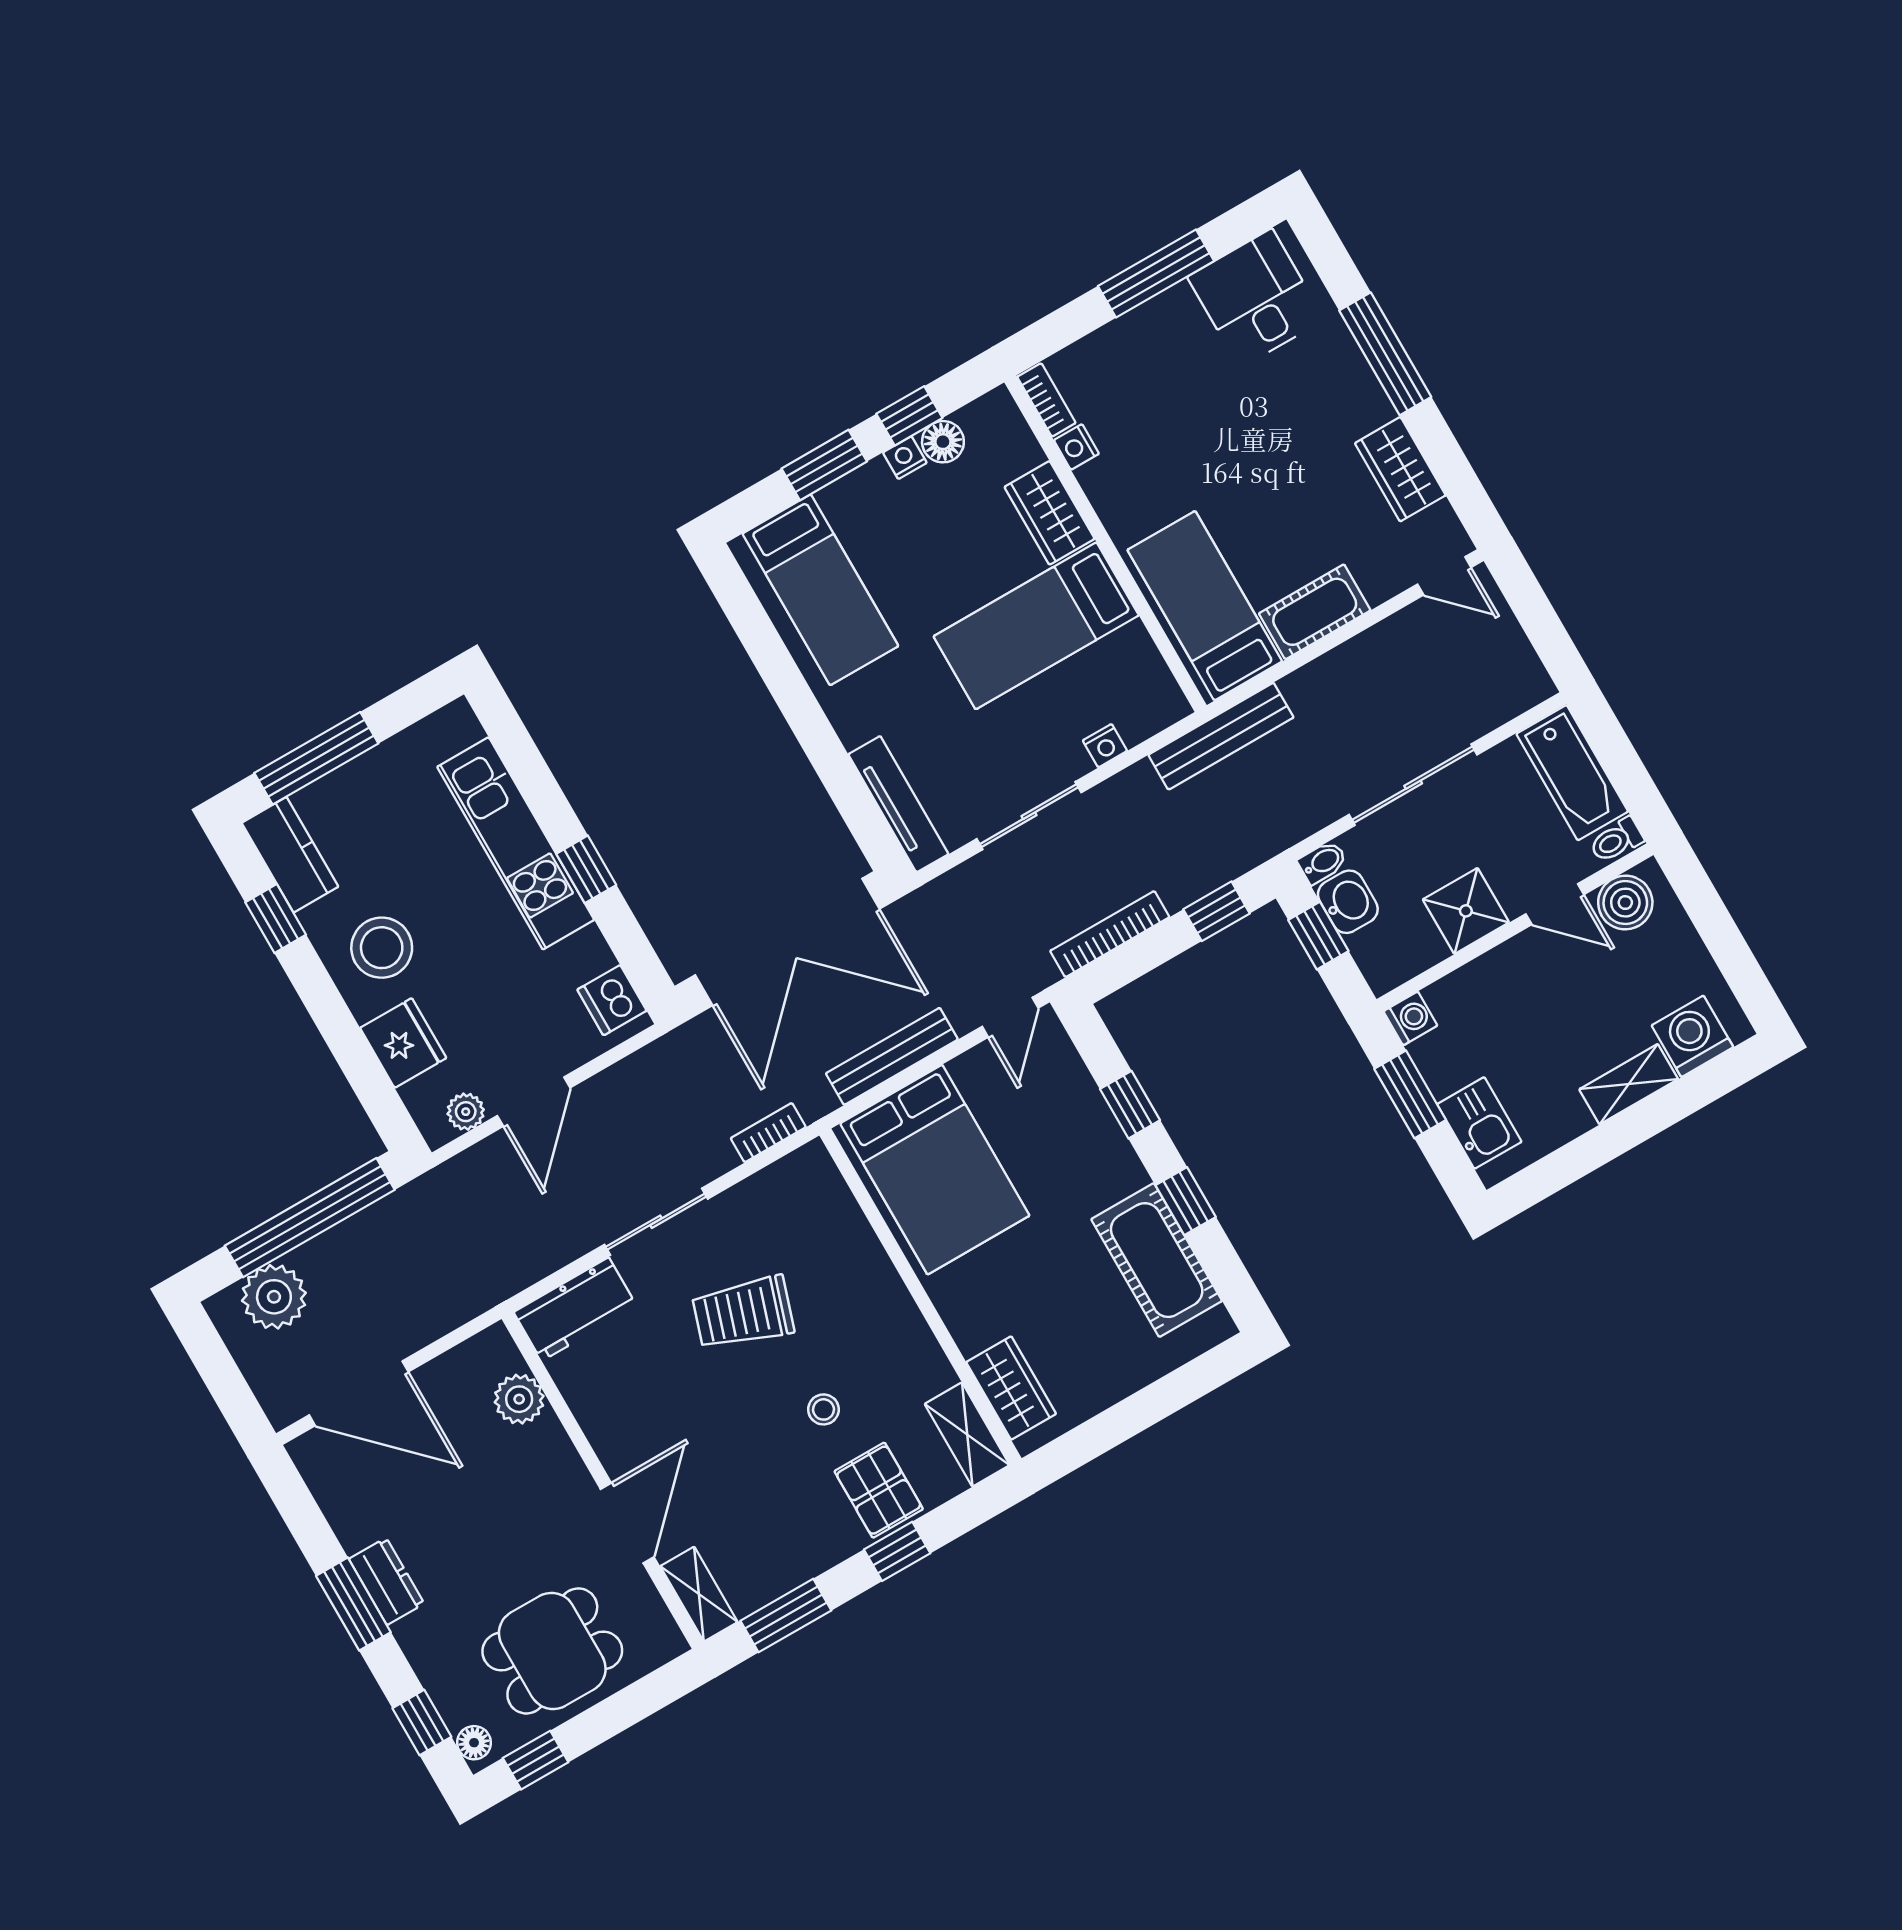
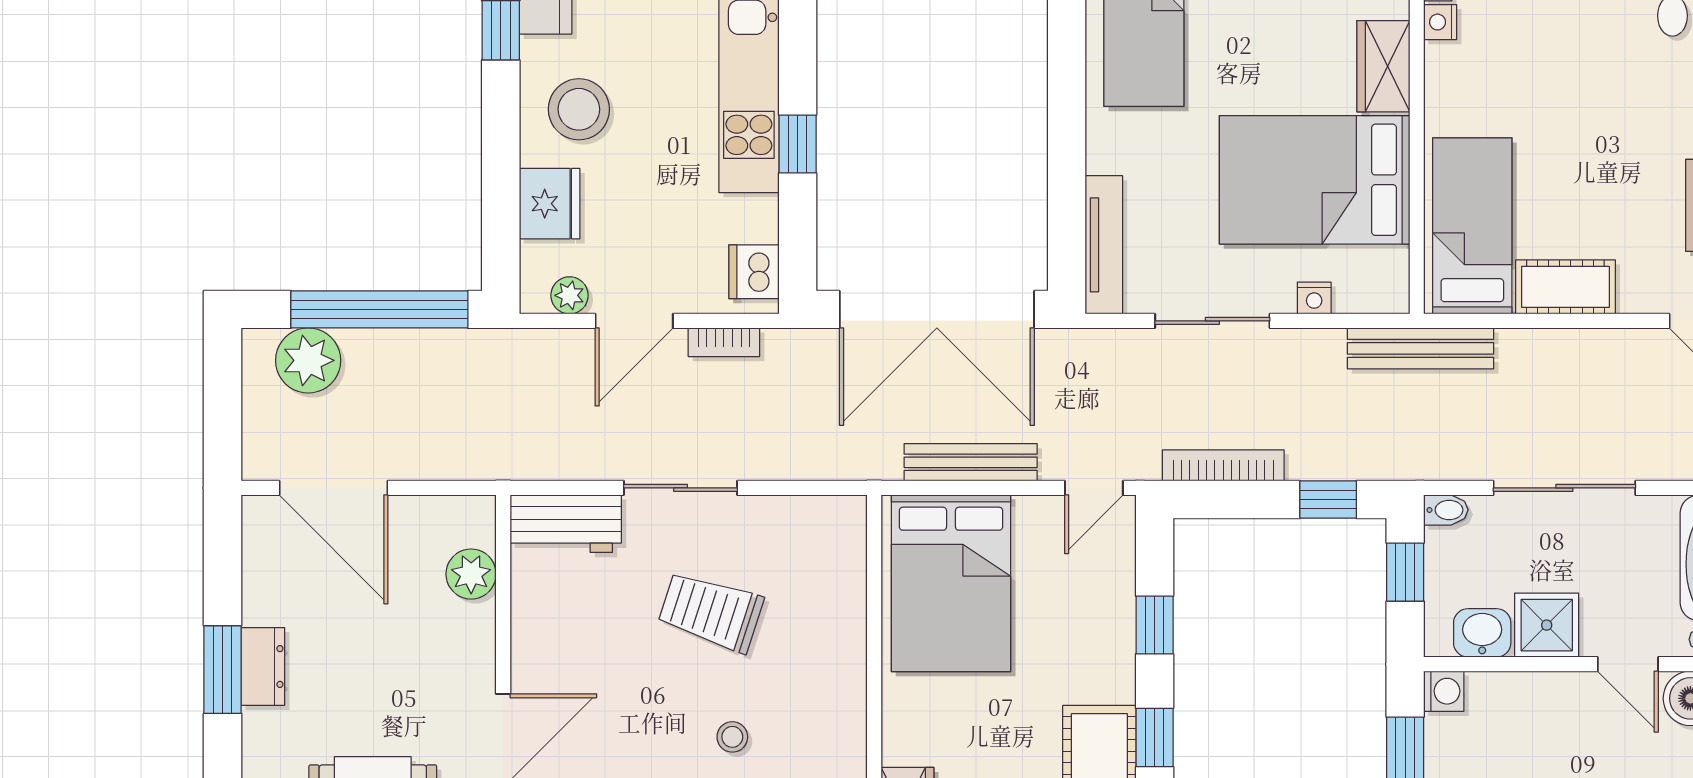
bed: (1036, 626) -> (1315, 180), width x1.50
washbasin: (1348, 902) -> (1482, 633), moved, turned -90
bookcase: (768, 1133) -> (724, 342), moved, turned 180

